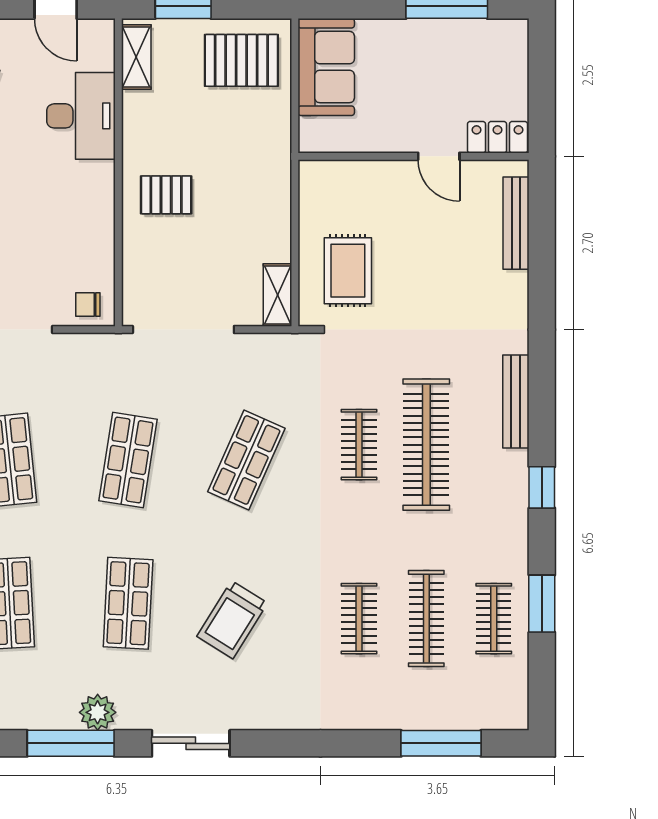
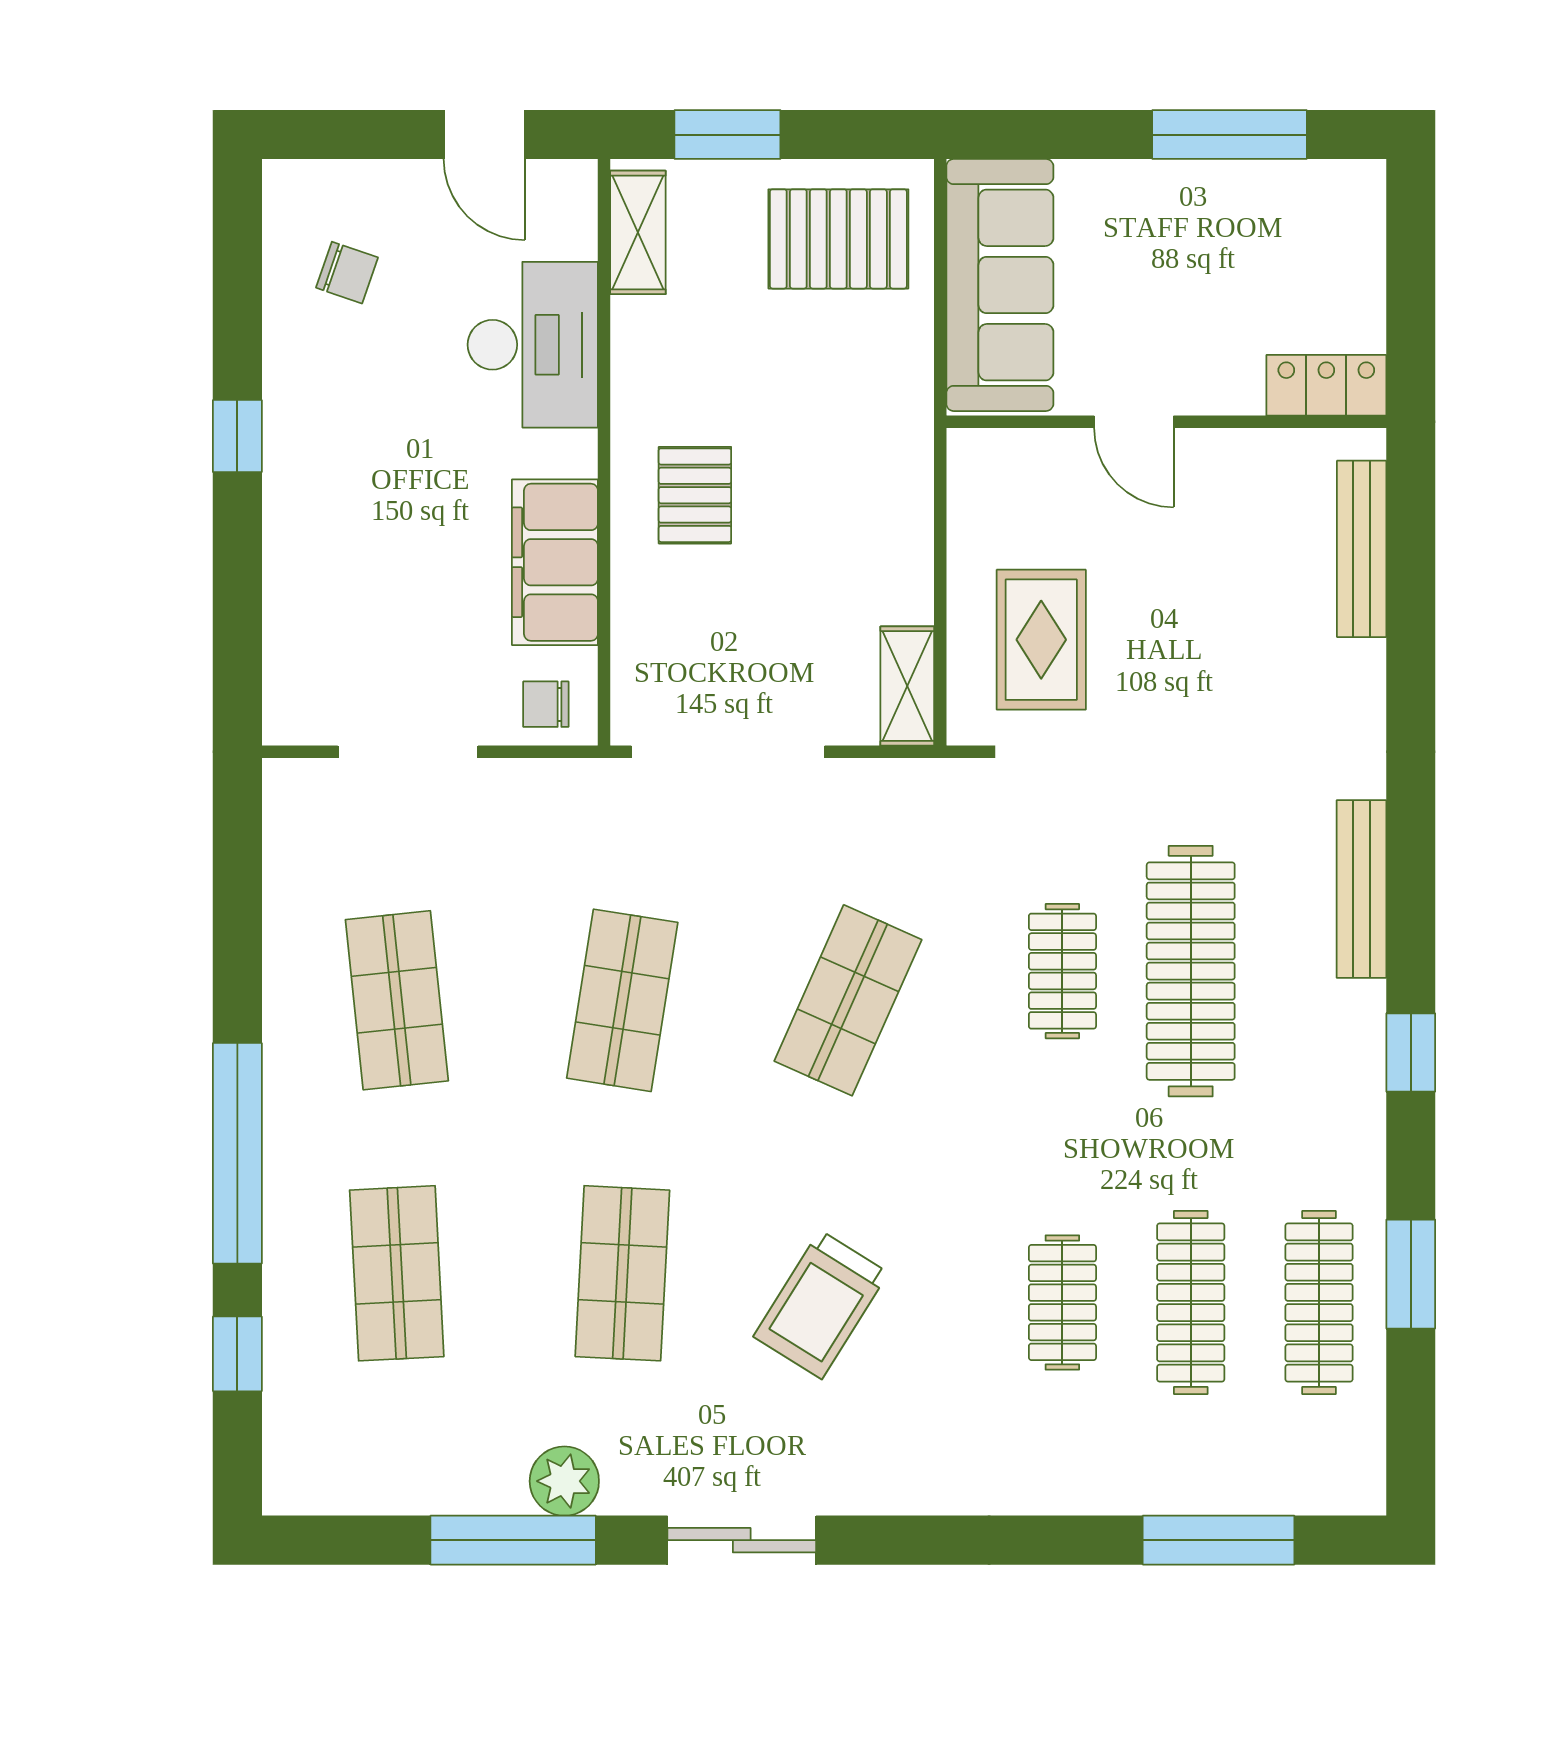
sofa: (326, 67) -> (1000, 285), width x1.36
door: (439, 156) -> (1134, 422), moved
pallet: (166, 195) -> (695, 495), turned 90
filing cabinet: (93, 230) -> (555, 562), added
clothes rail: (494, 619) -> (1319, 1303), width x1.36

